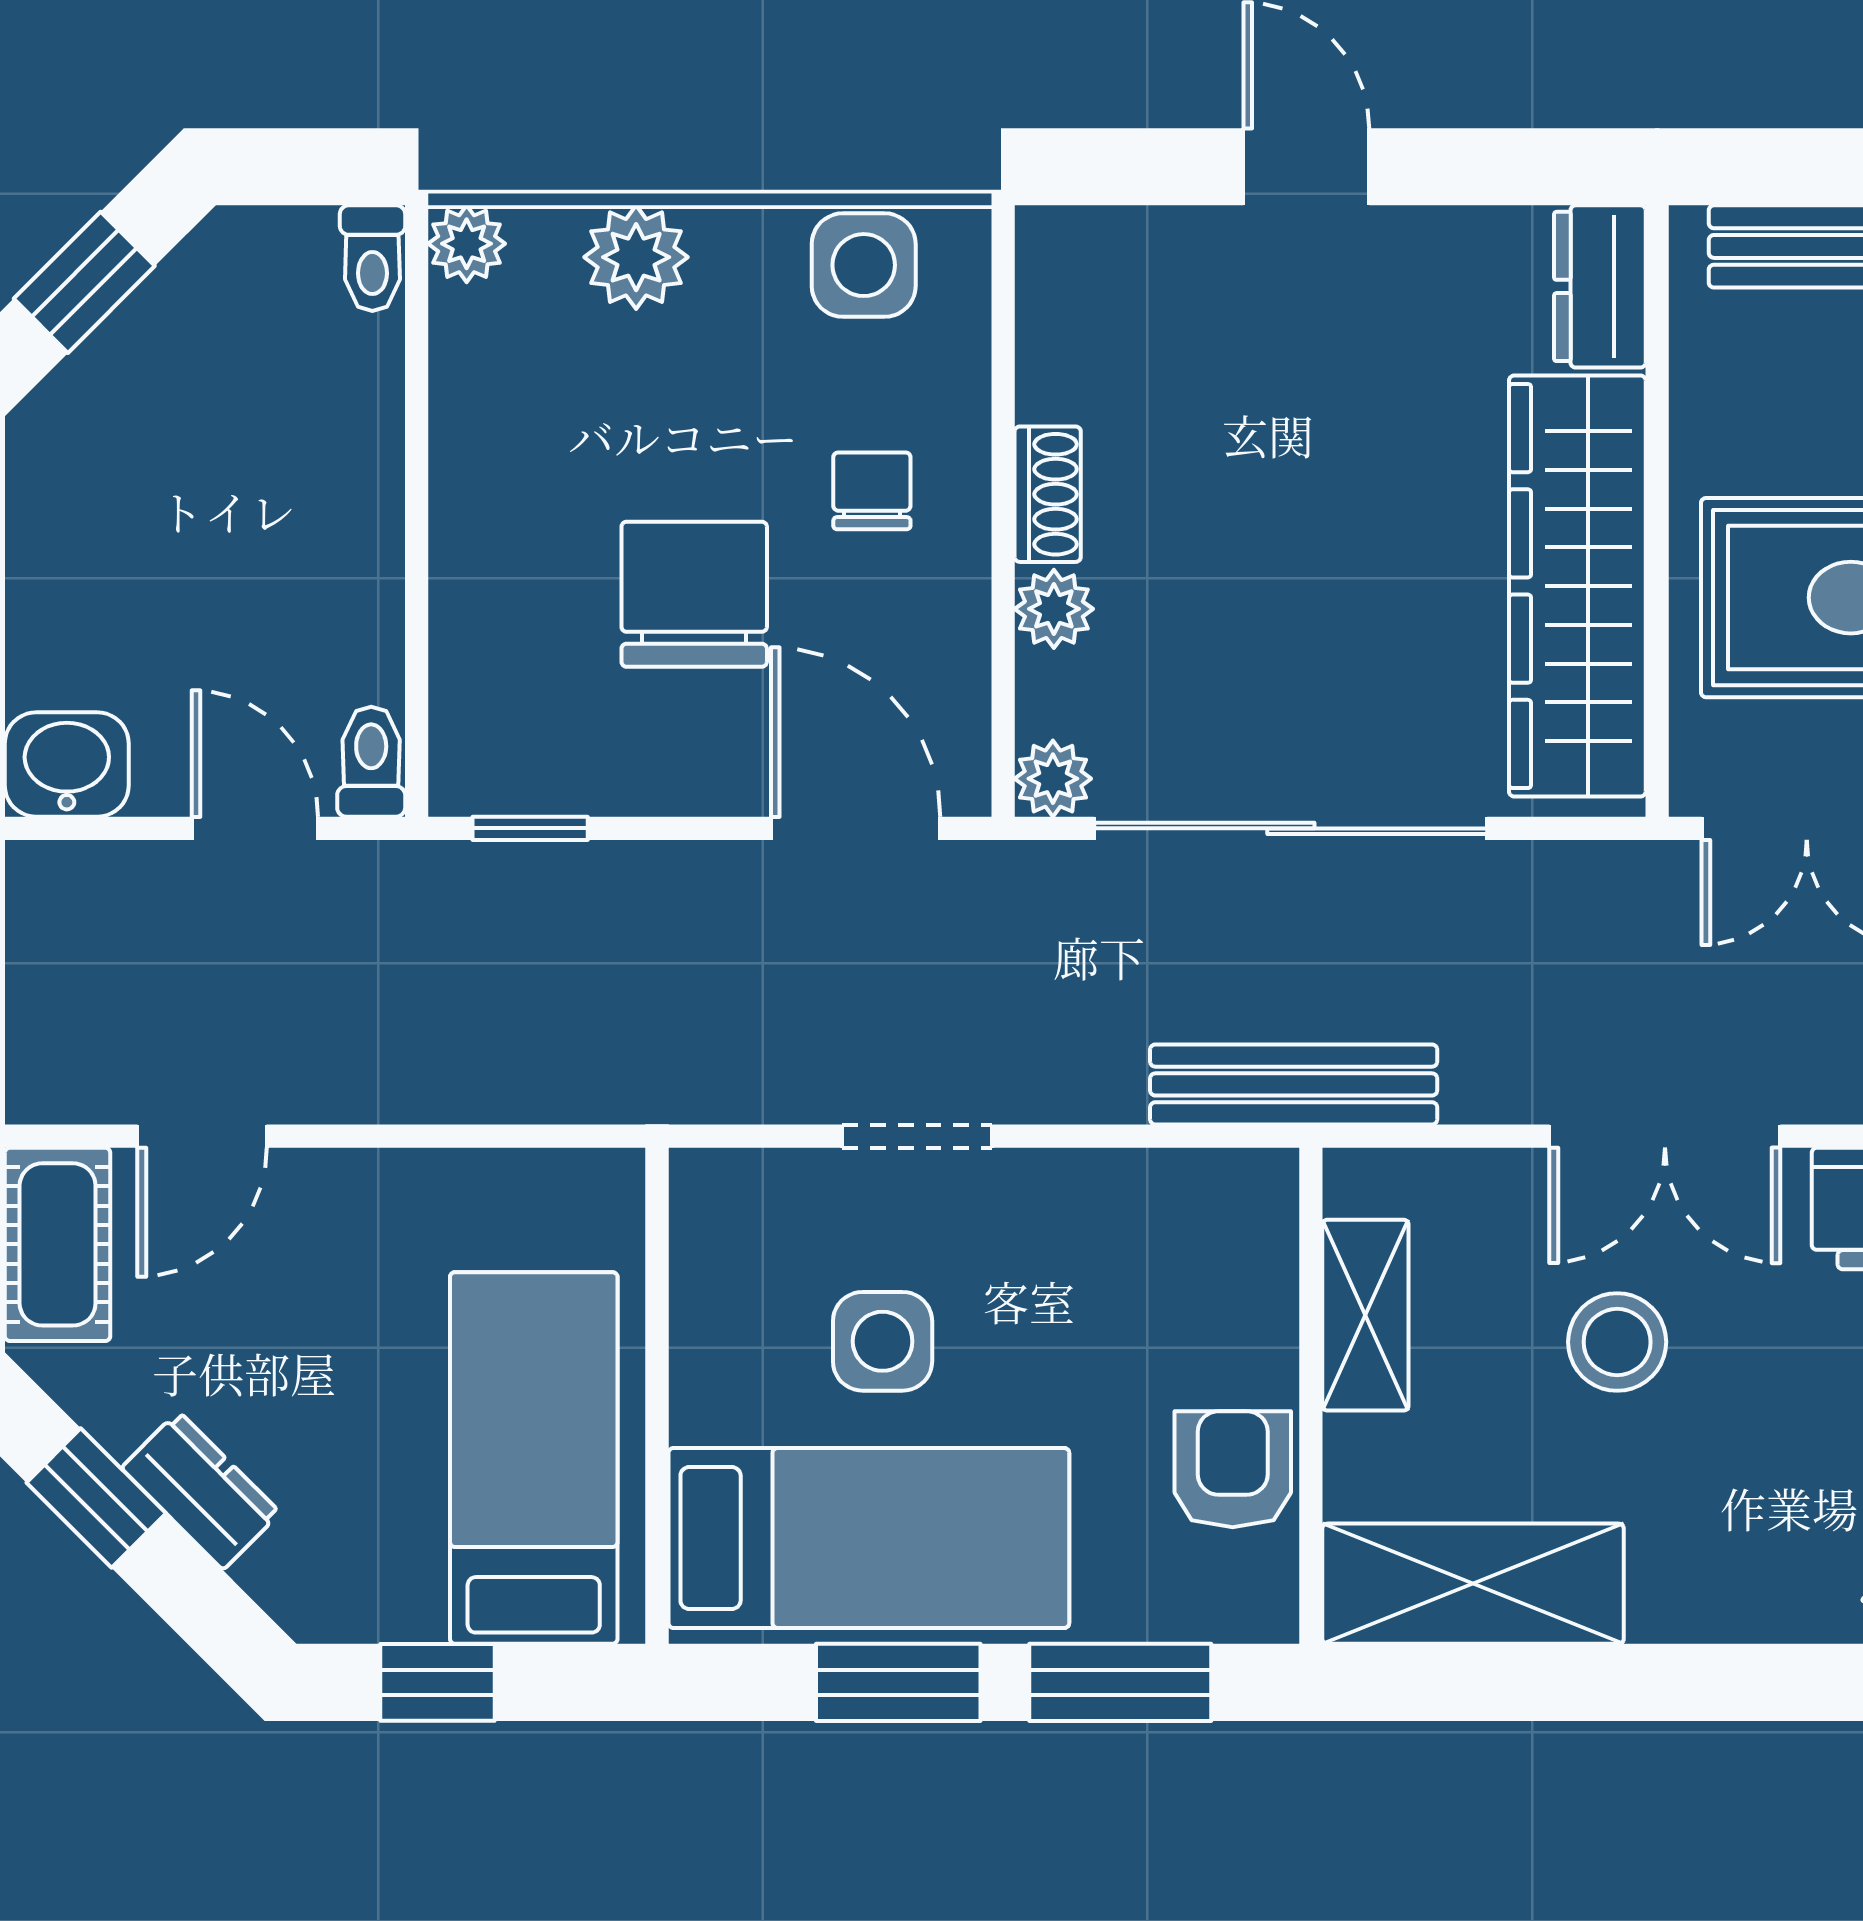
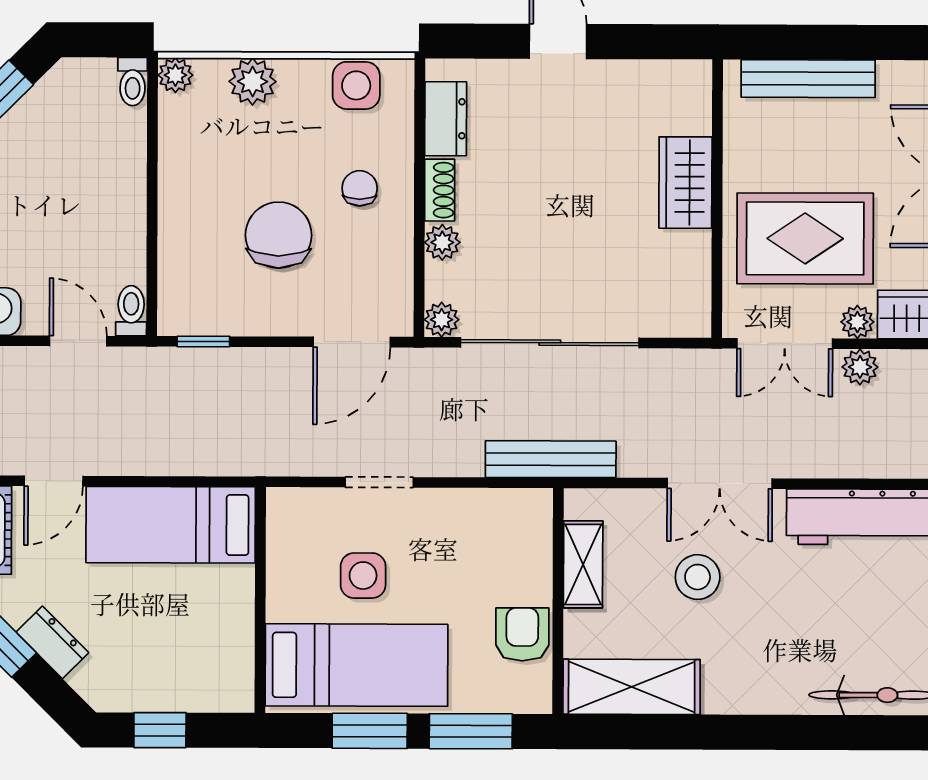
dresser: (1600, 286) -> (446, 119), moved, turned 180
wardrobe: (1577, 586) -> (685, 183), width x0.48, depth x0.85
door: (856, 828) -> (352, 342), swing flipped
bed: (534, 1458) -> (171, 525), moved, turned -90

